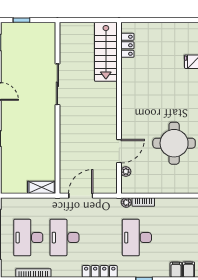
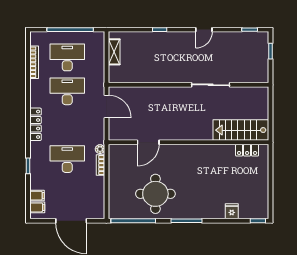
door: (119, 151) -> (148, 142), hinge flipped
plant: (126, 172) -> (129, 149), removed
shelving: (42, 187) -> (114, 52), moved

